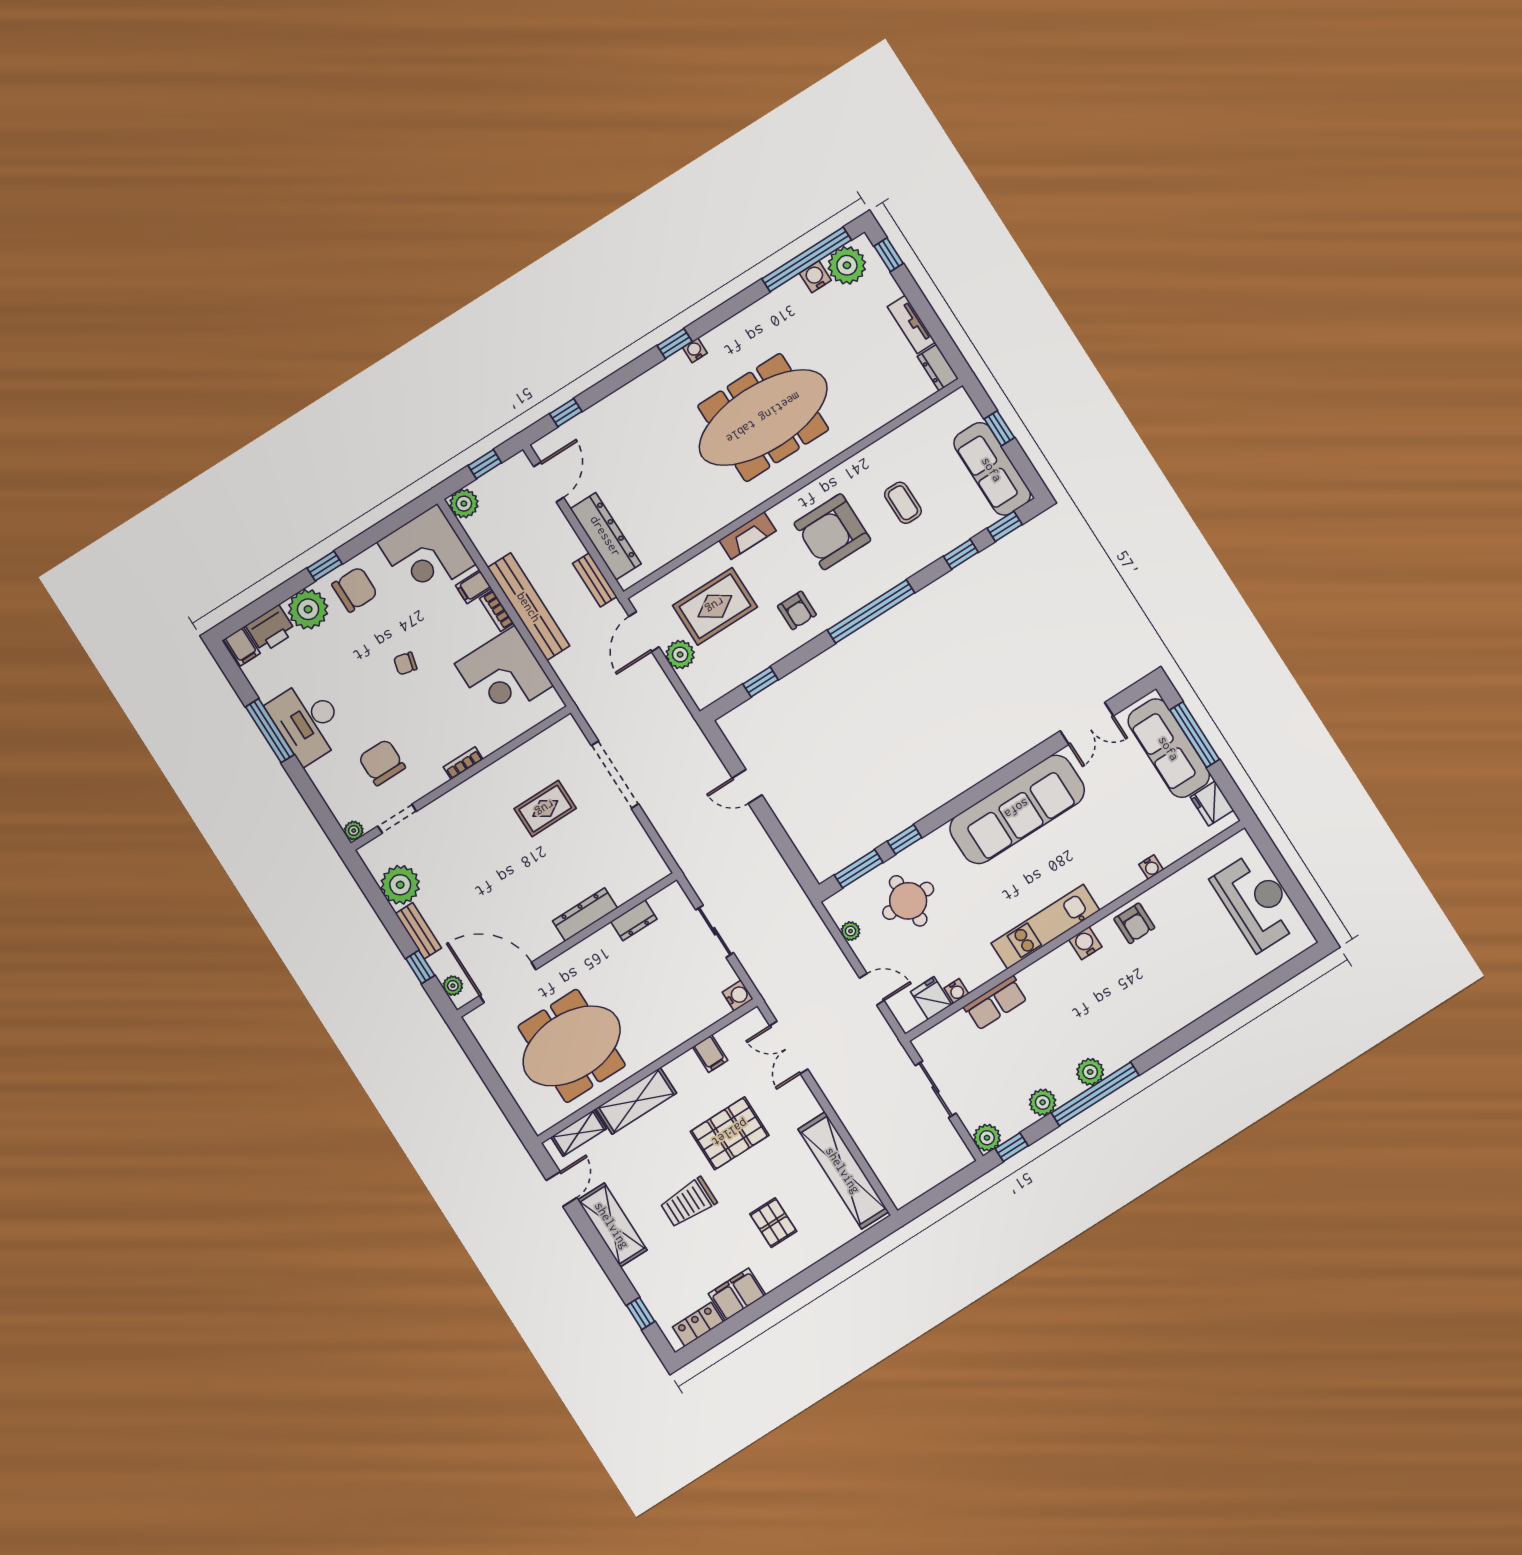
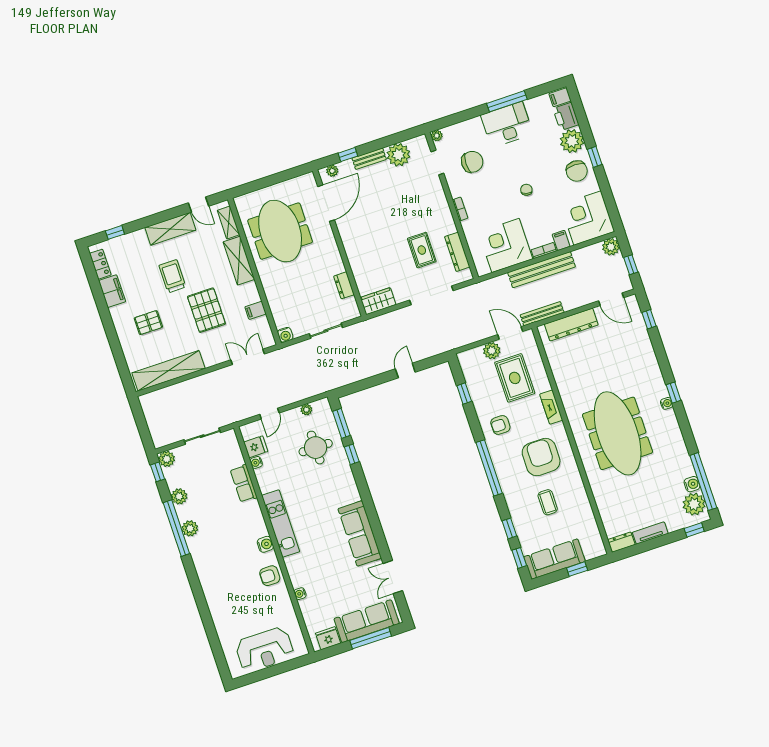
coffee table: (903, 503) -> (548, 502), turned 90
bench: (595, 580) -> (542, 314), width x1.36
sofa: (1017, 809) -> (360, 533), width x0.74, depth x0.79
wardrobe: (646, 859) -> (378, 301), added
dresser: (585, 914) -> (457, 252), moved, turned 180

